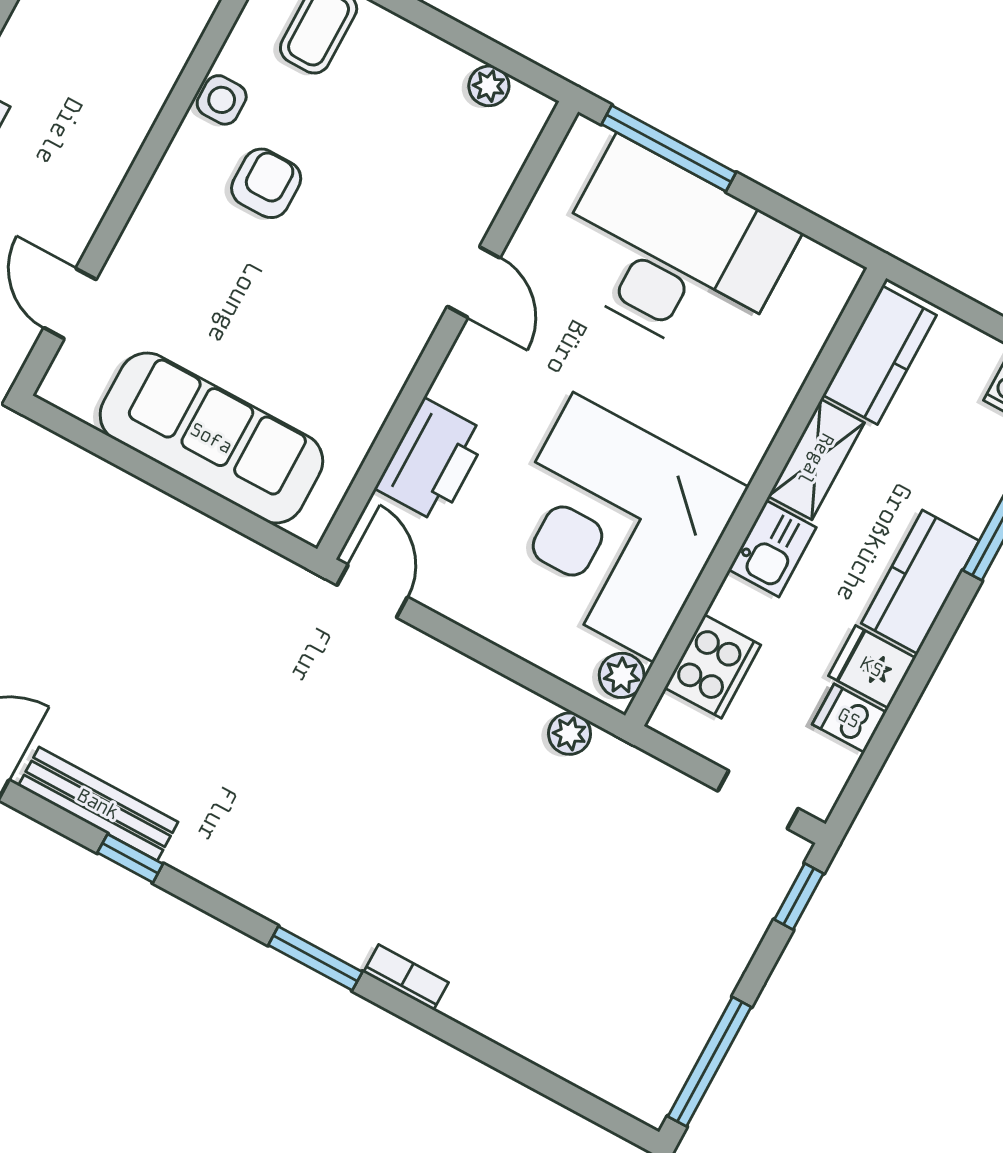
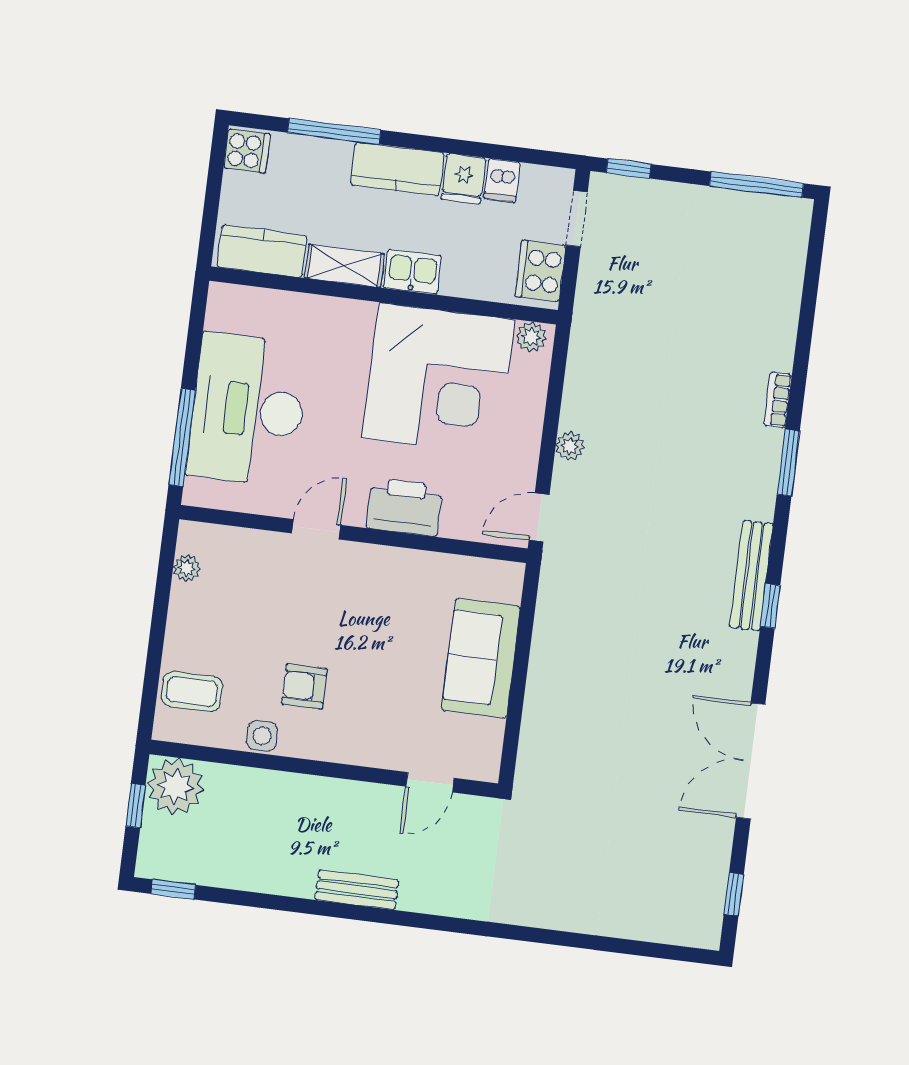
sofa: (211, 438) -> (481, 658), width x0.73
printer: (432, 461) -> (404, 507), moved
cooker: (713, 666) -> (541, 271), moved, turned -90
plant: (570, 734) -> (570, 446), moved
bench: (98, 804) -> (751, 576), moved

